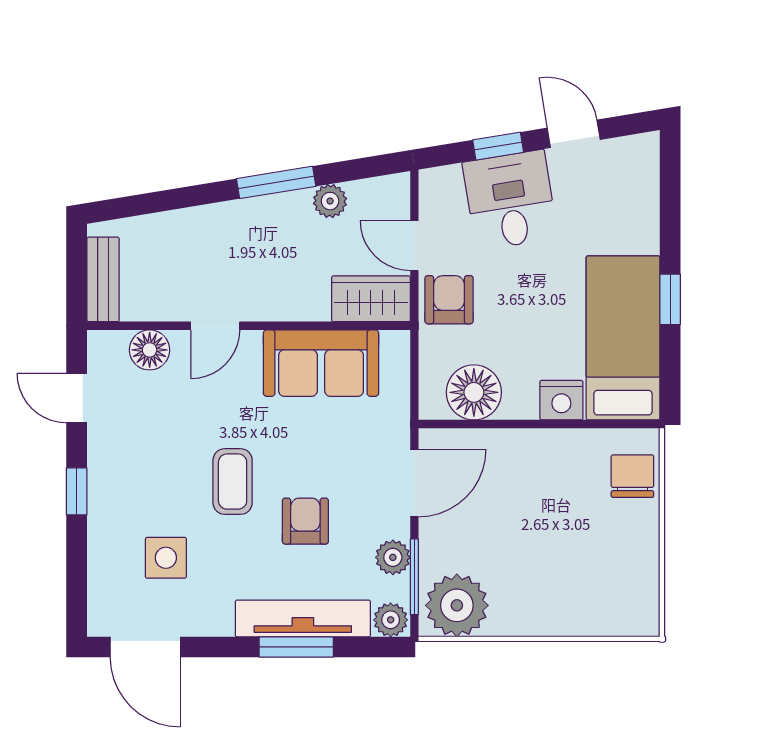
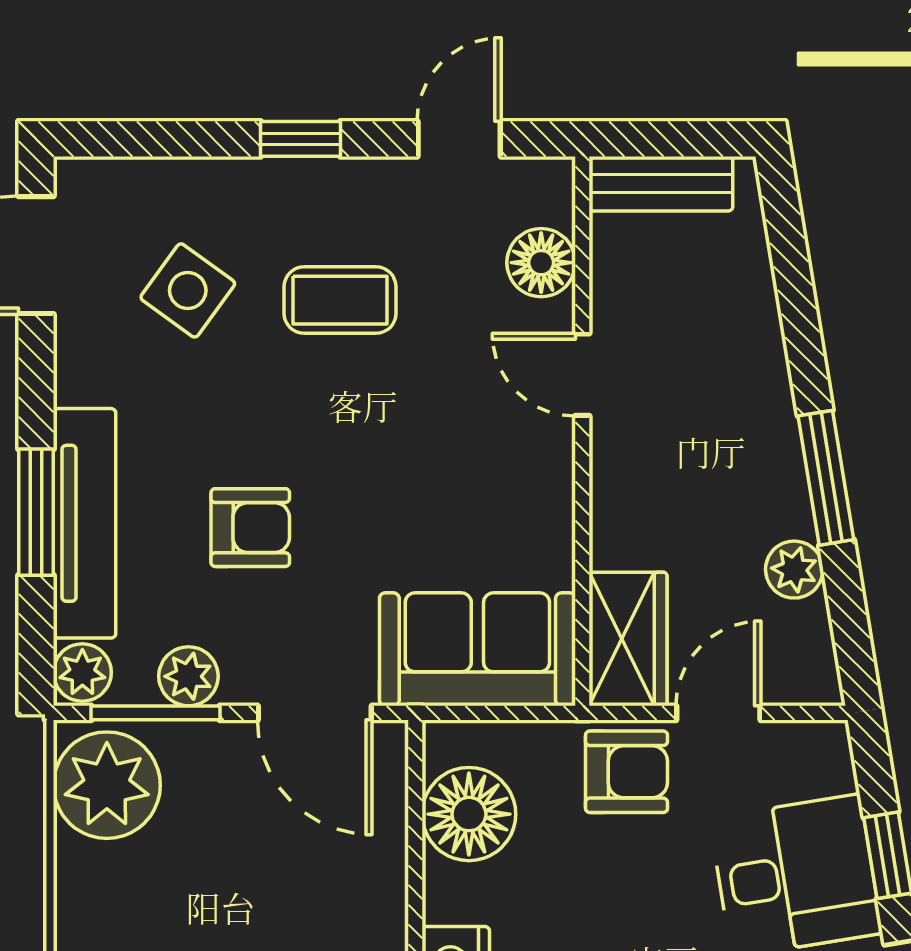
sofa: (321, 363) -> (477, 649), moved, turned 90
coffee table: (233, 482) -> (340, 300), moved
side table: (166, 558) -> (188, 290), turned 36

